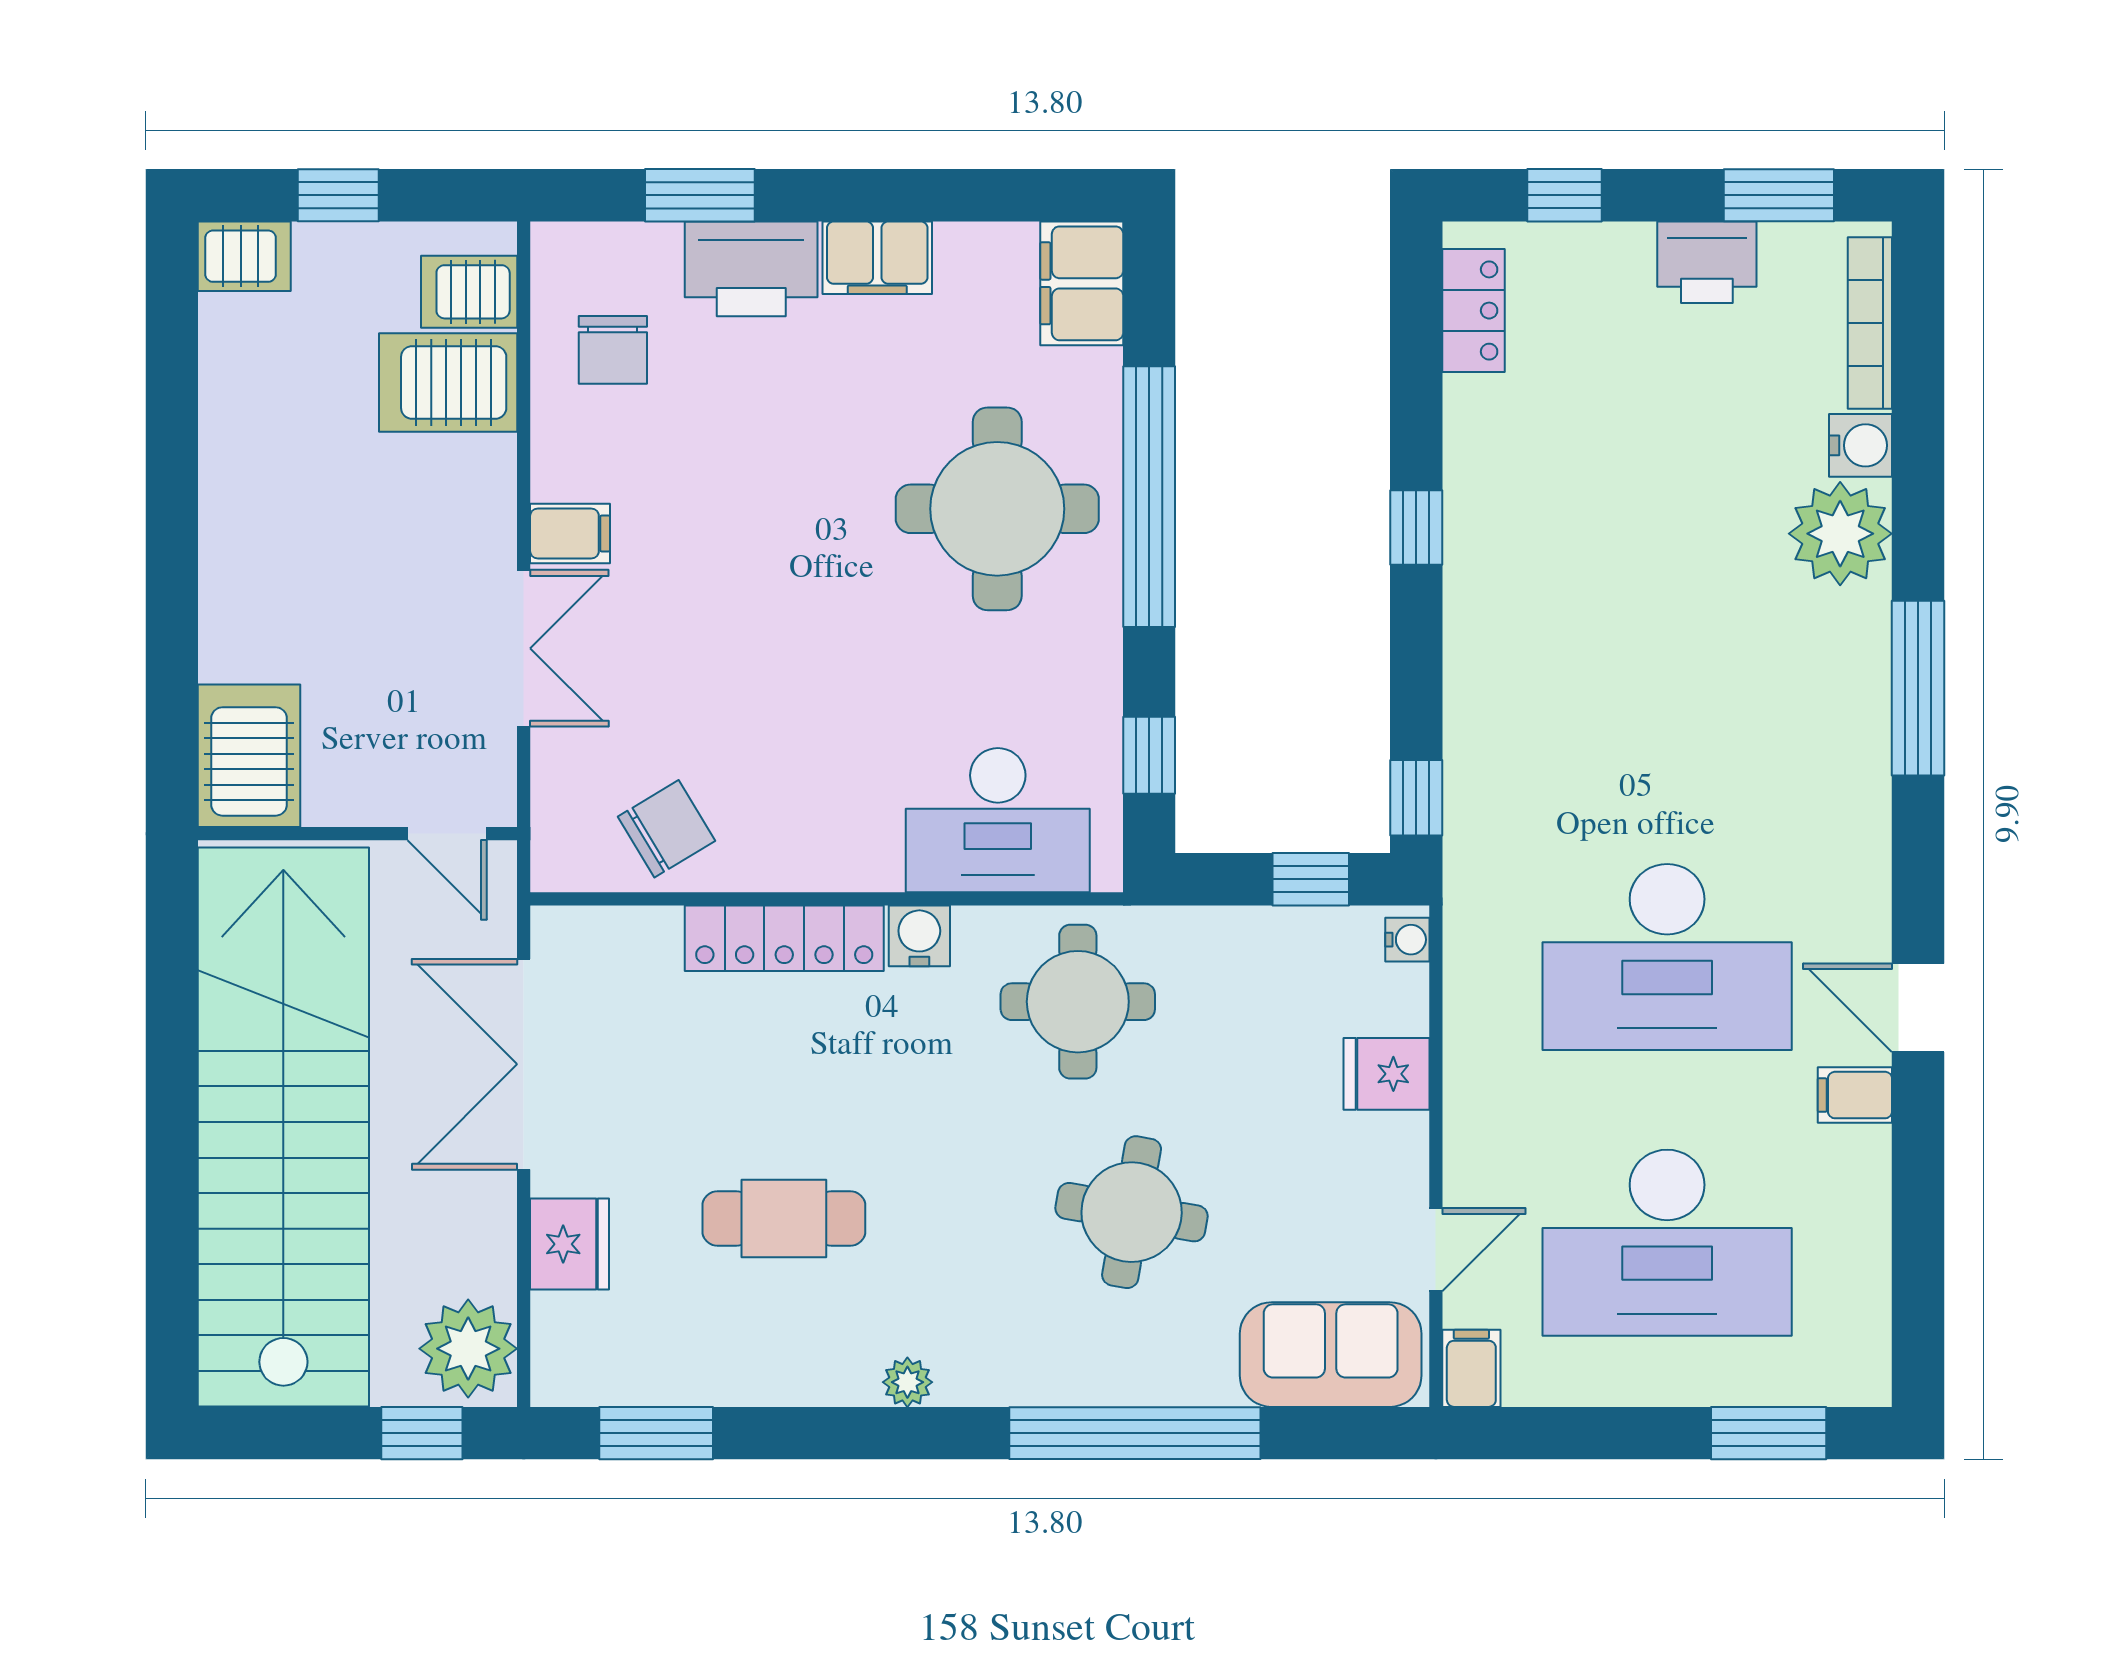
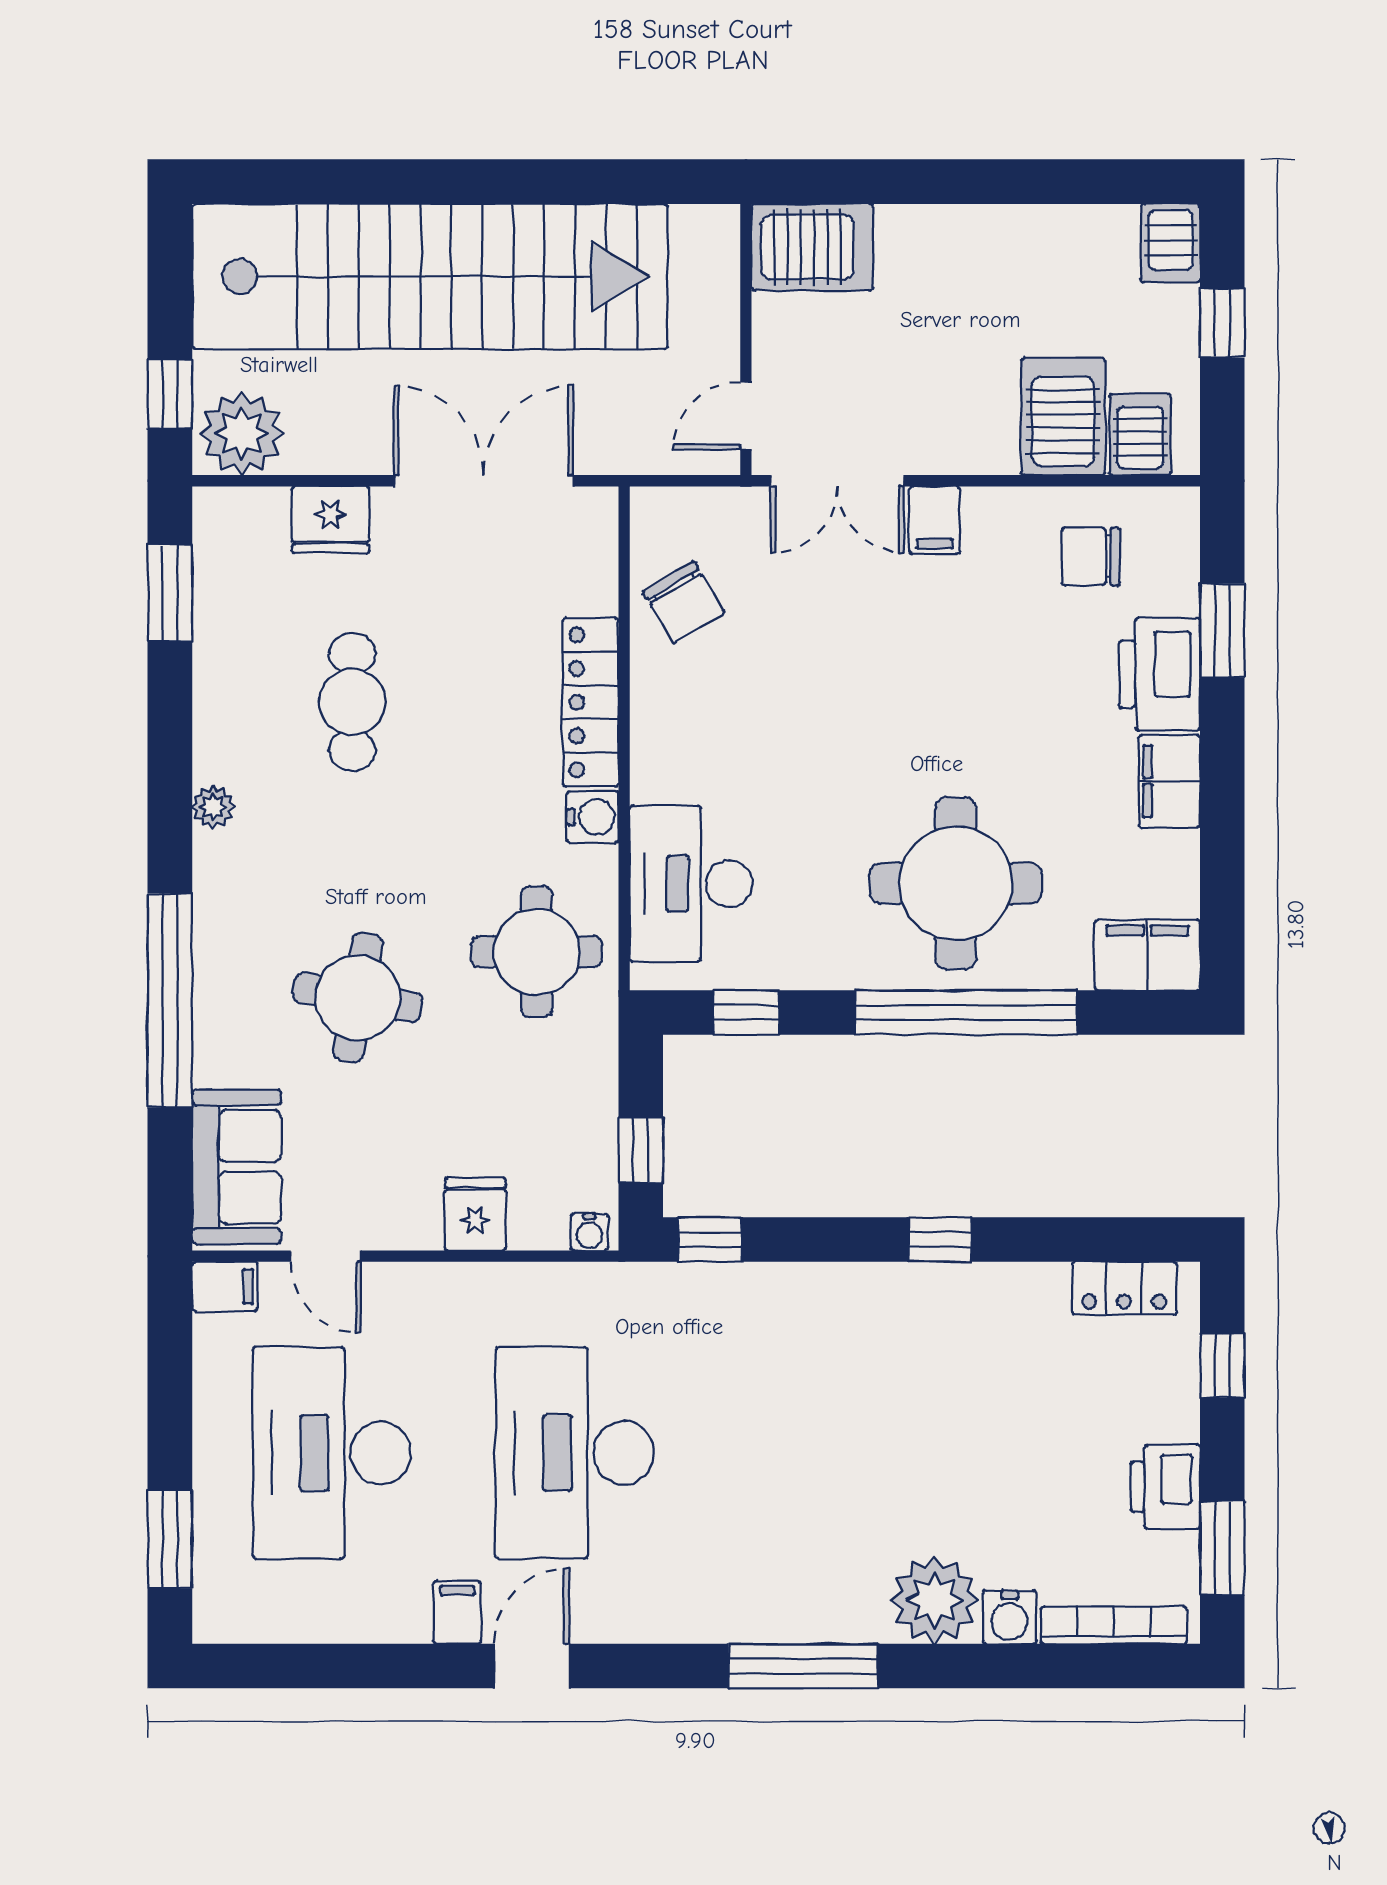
server rack: (249, 756) -> (812, 247), moved
wall: (358, 834) -> (746, 339), moved
door: (447, 834) -> (746, 416), moved

